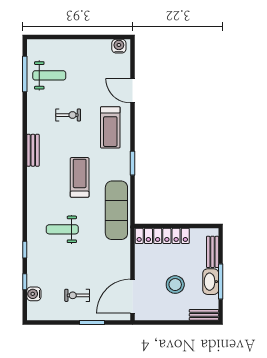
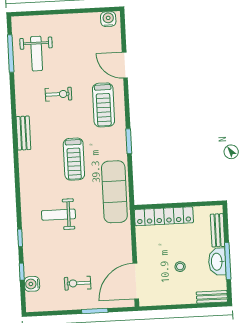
weight bench: (49, 75) -> (37, 54), turned 90
treadmill: (80, 177) -> (74, 159), turned 180
stool: (175, 285) -> (180, 267), width x0.53, depth x0.53

